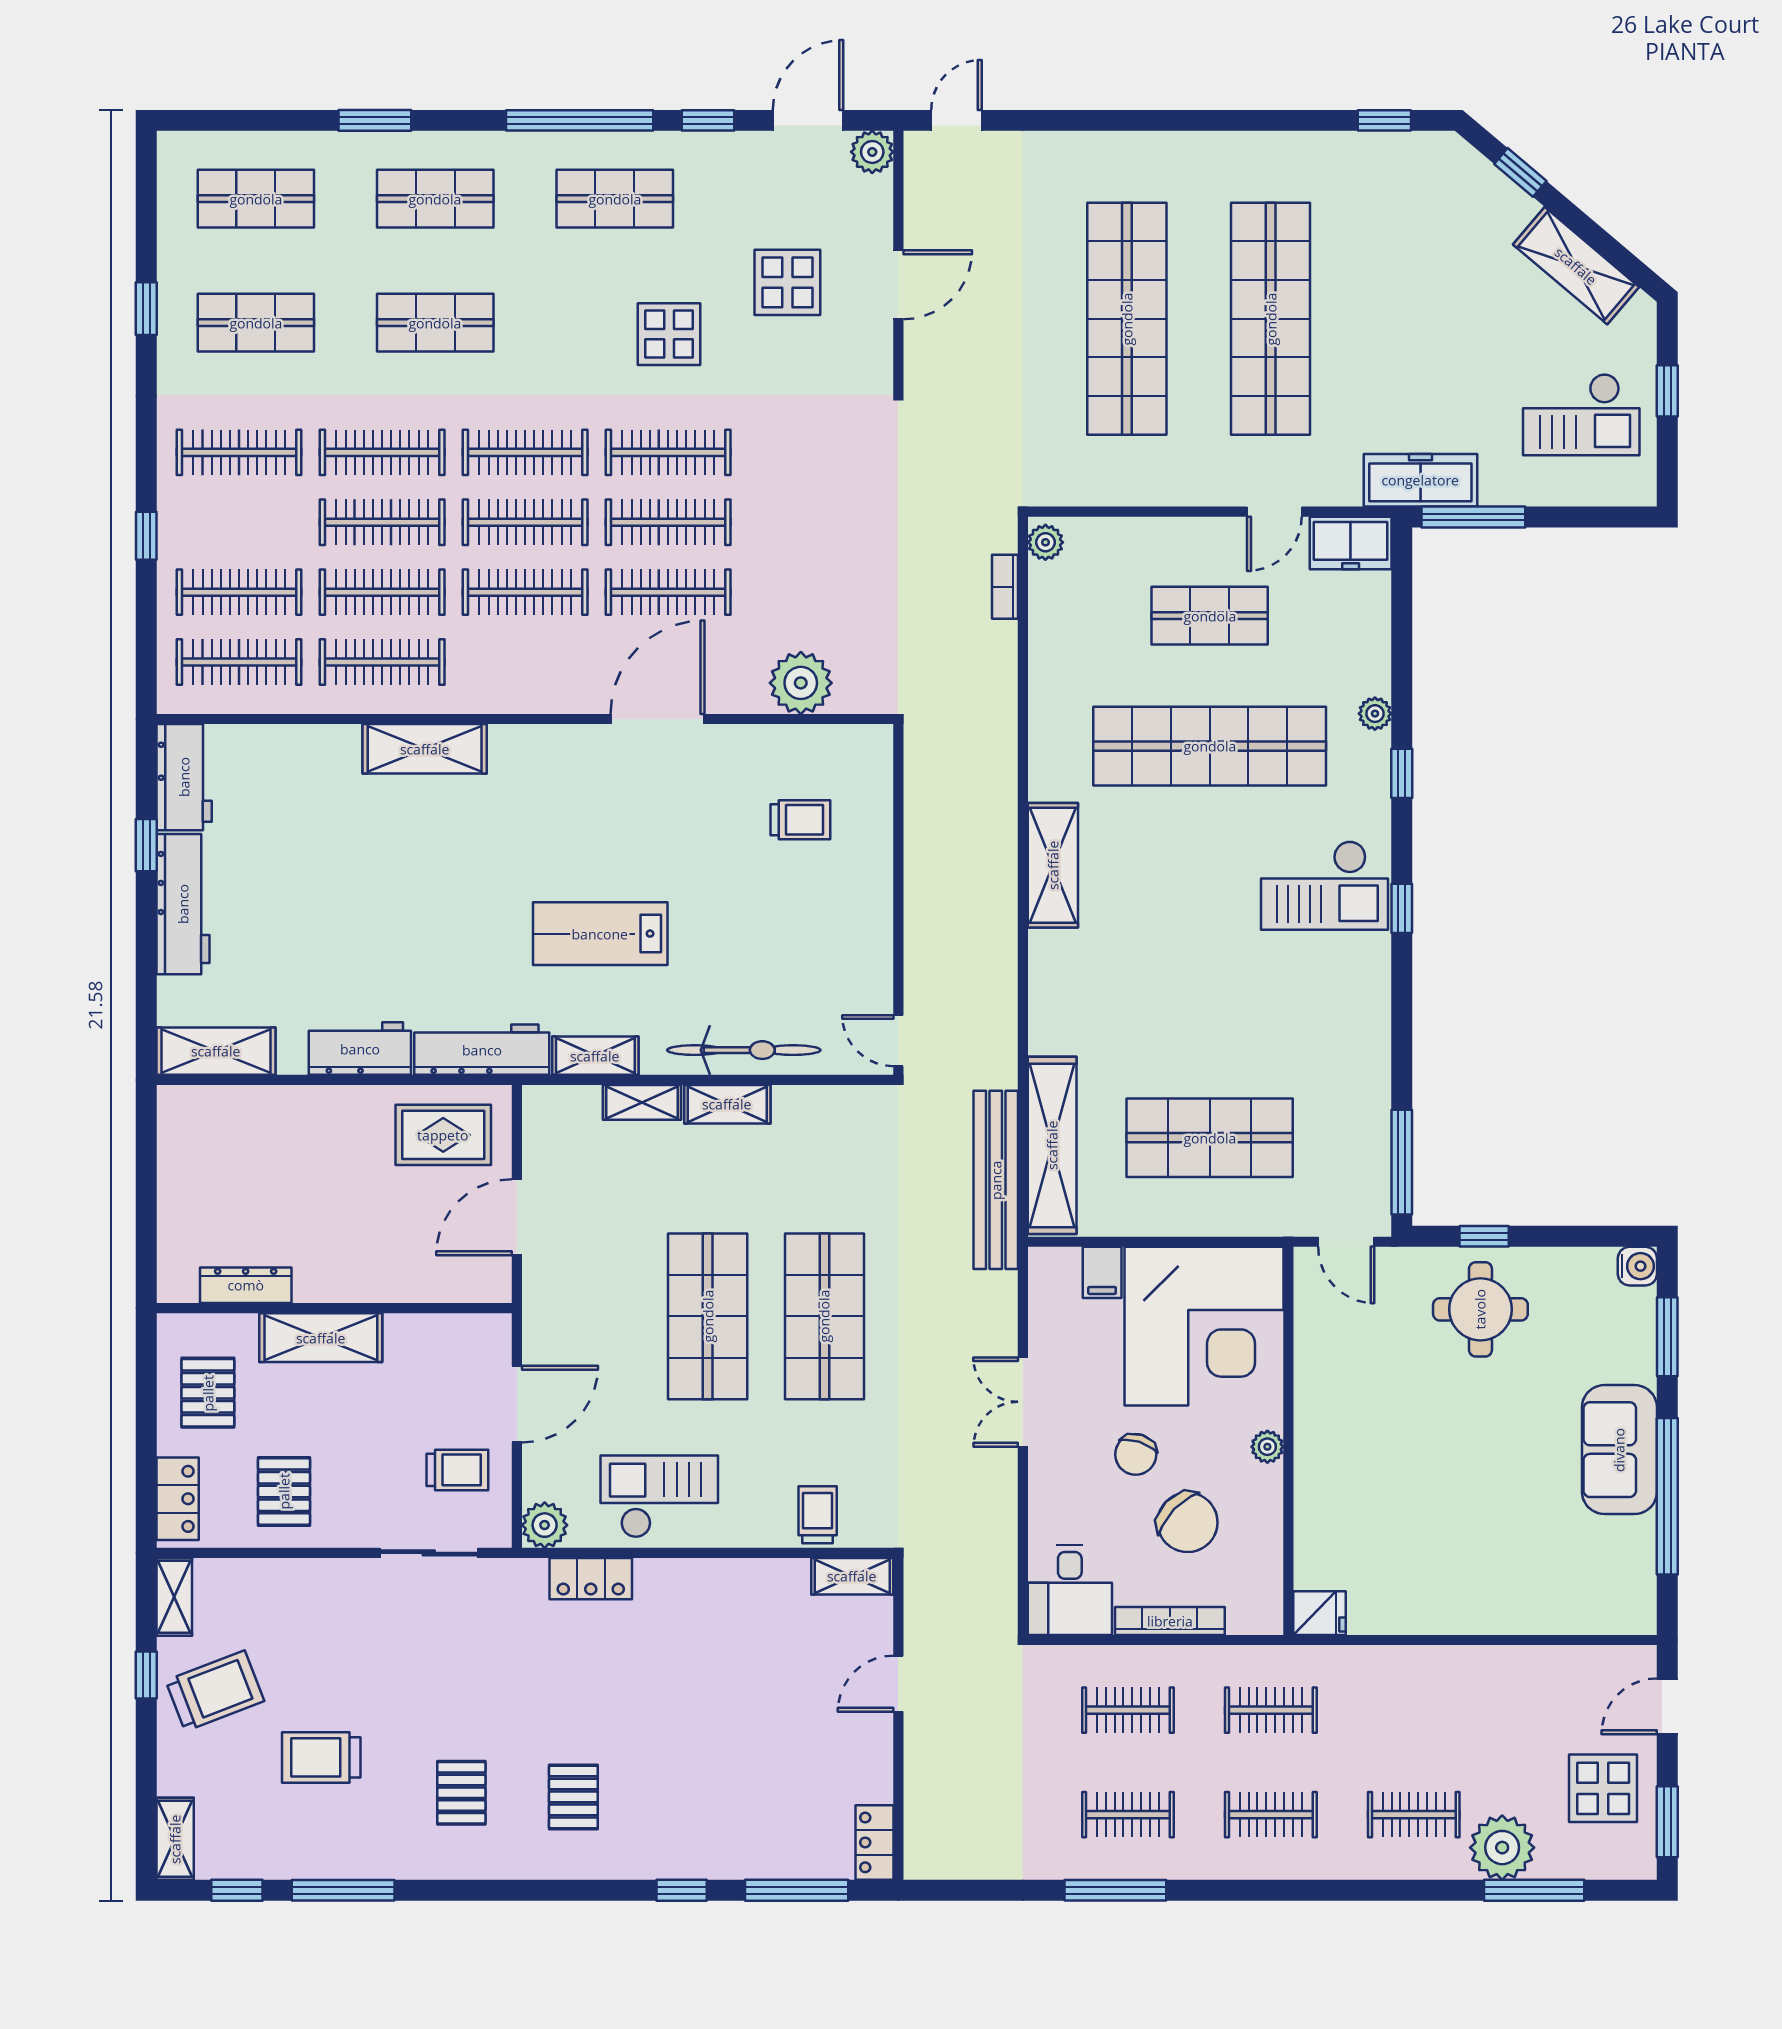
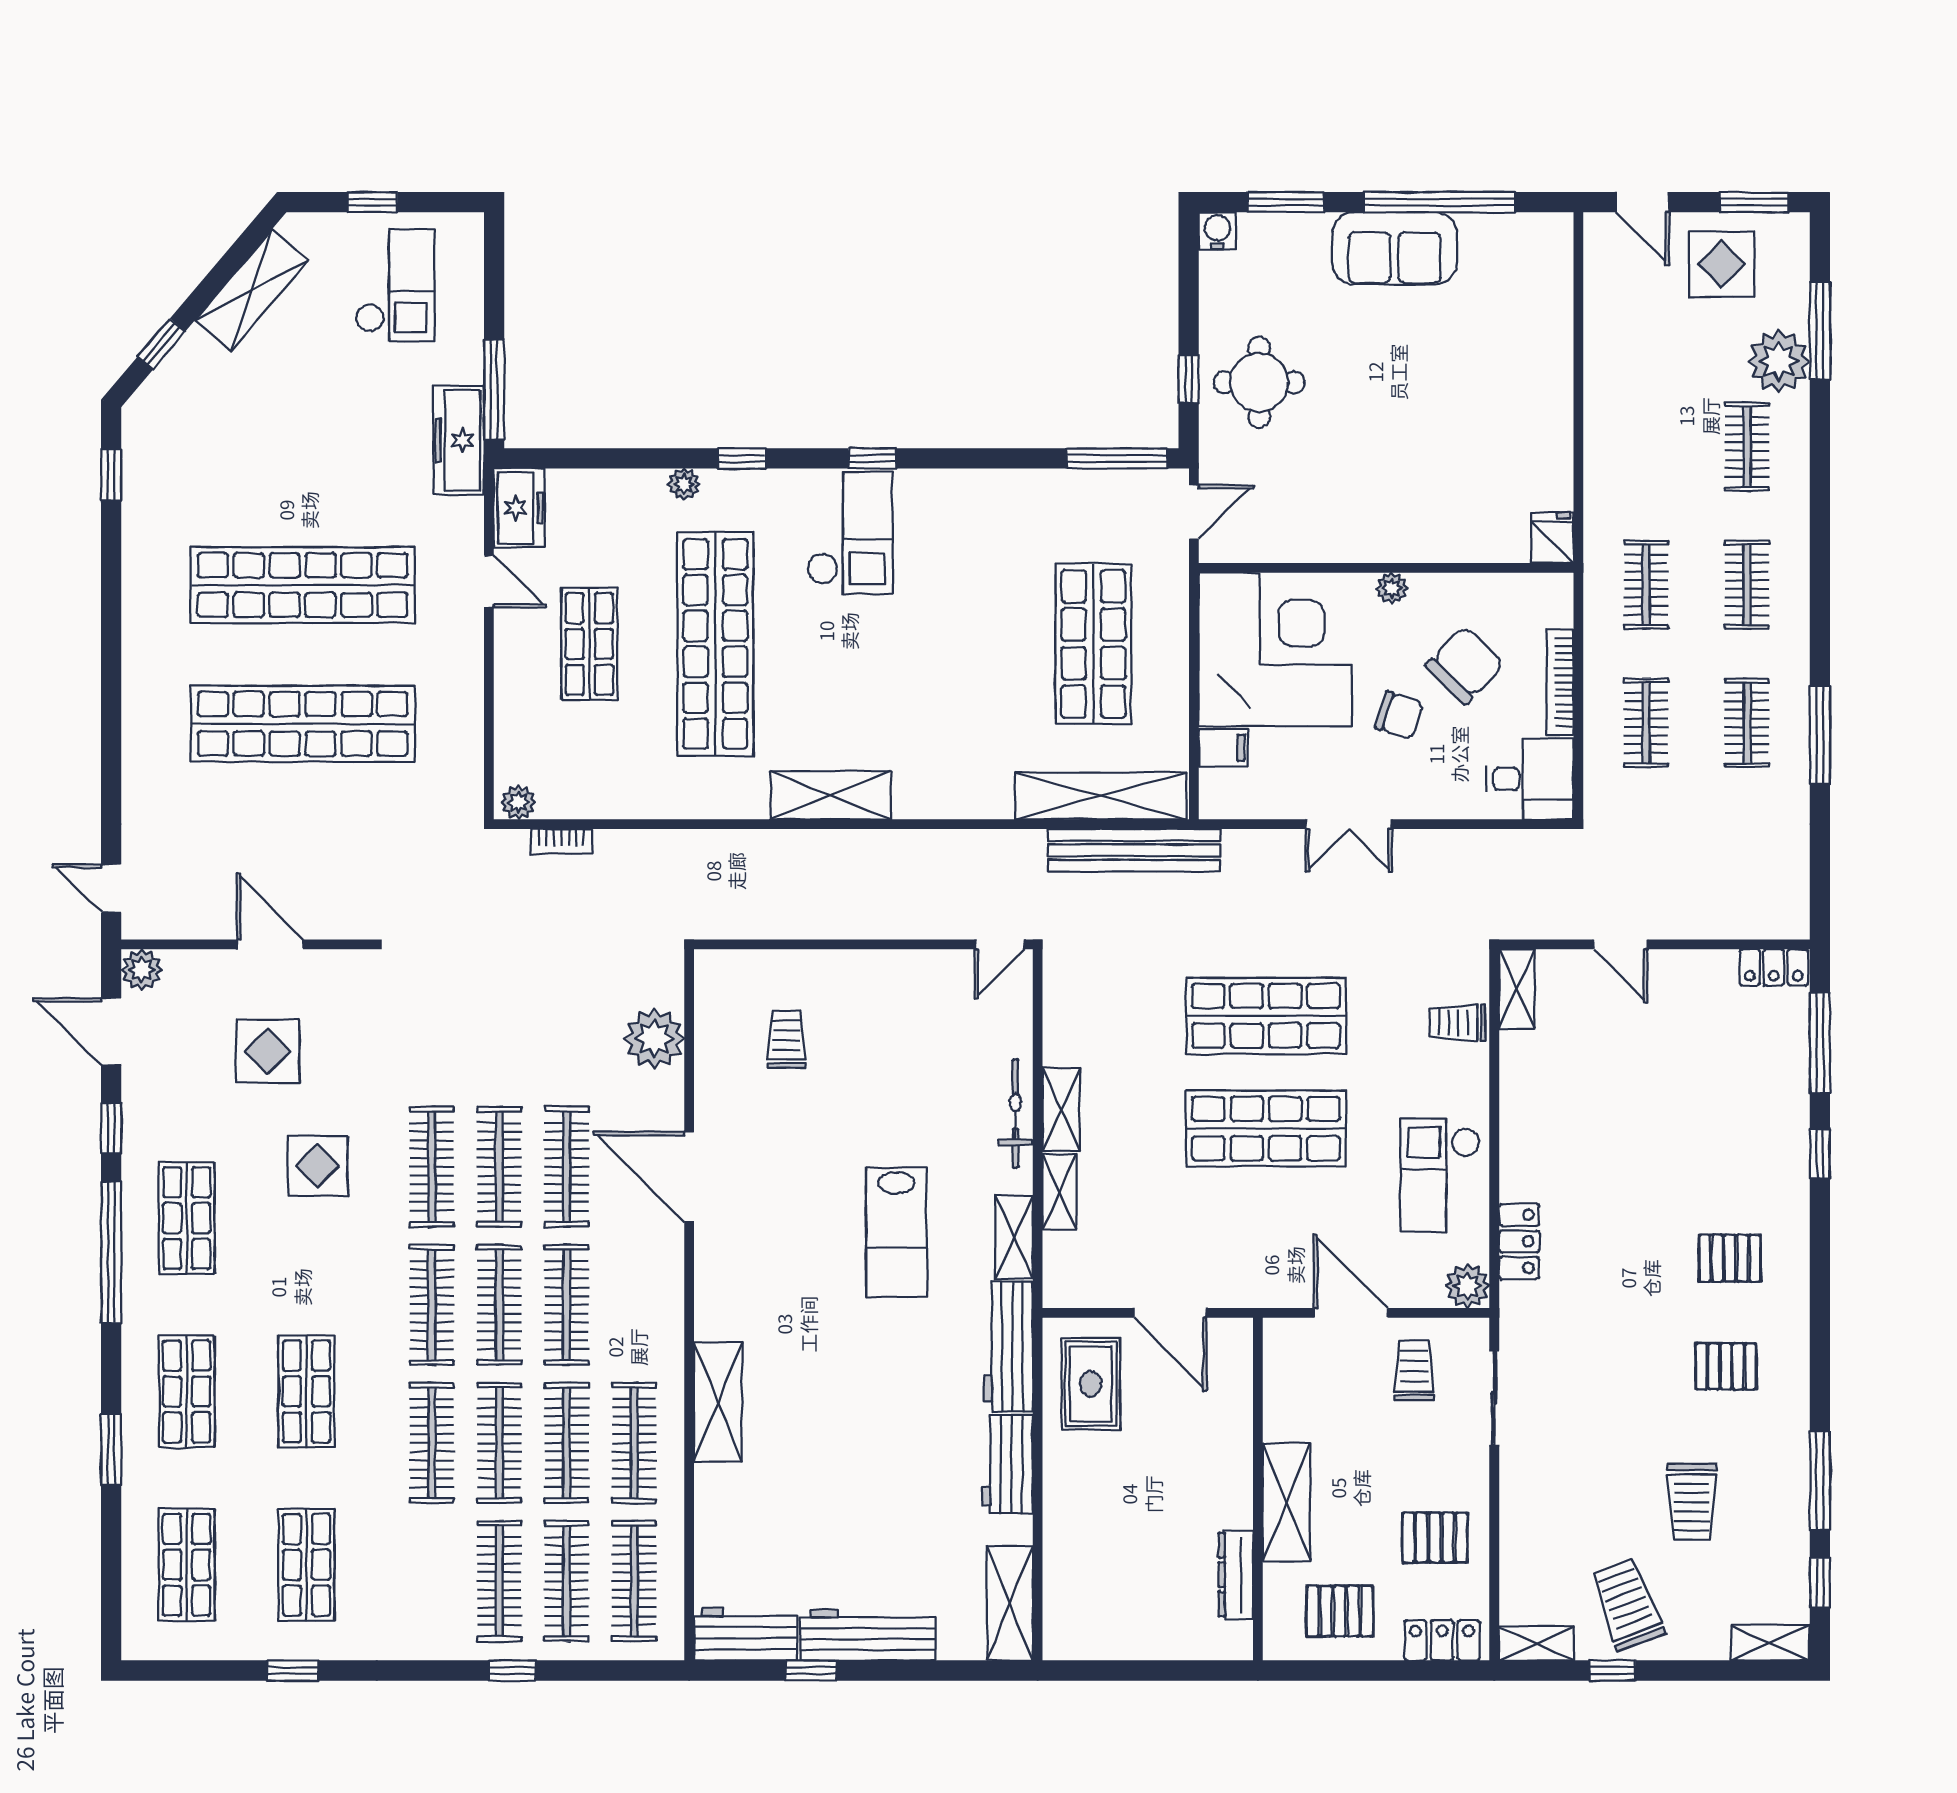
clothes rail: (239, 452) -> (499, 1581), moved
bicycle: (744, 1050) -> (1016, 1113), width x0.73, depth x0.71

